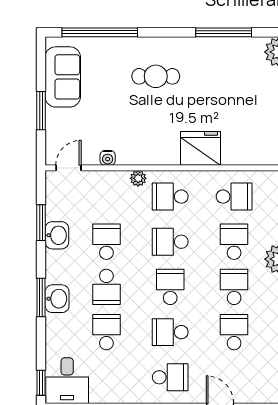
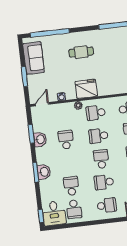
fridge: (201, 148) -> (86, 89), moved
school desk: (106, 287) -> (74, 209), moved

